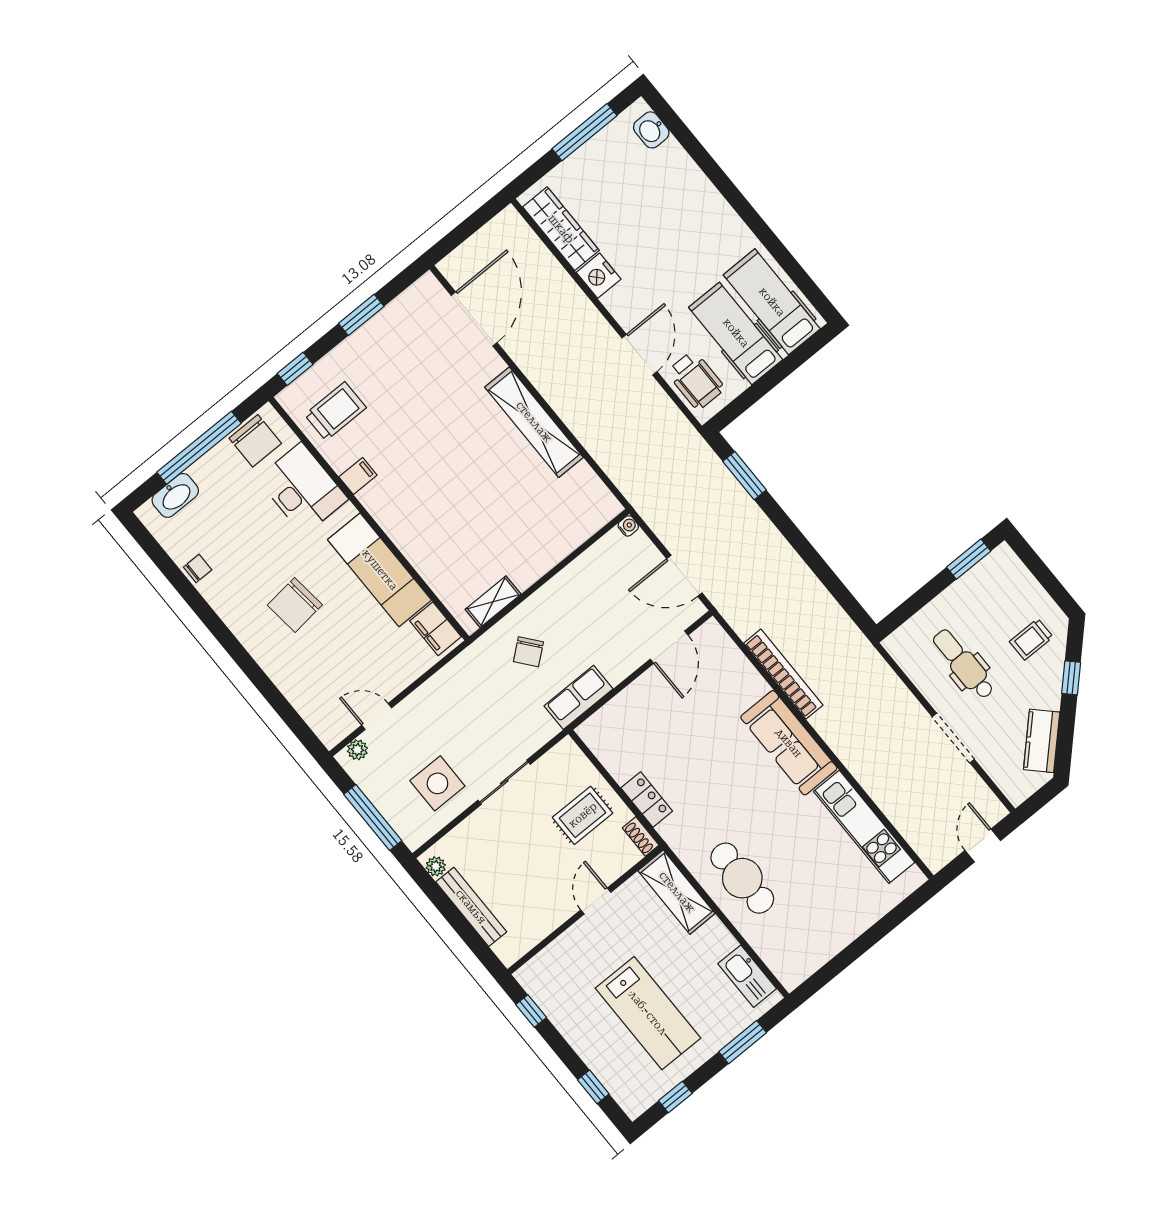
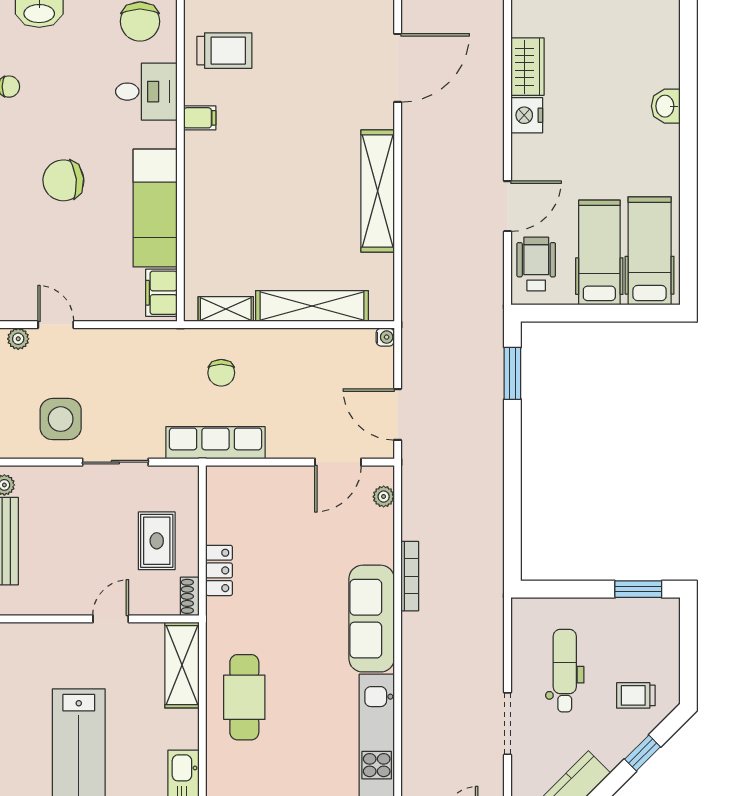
washbasin: (651, 130) -> (666, 106), moved
wardrobe: (561, 229) -> (527, 67), width x0.67
wheelchair: (696, 380) -> (536, 264), turned 180
desk: (302, 489) -> (146, 92), width x0.73
shelving: (555, 547) -> (312, 306), added
plant: (724, 645) -> (384, 497), added
chair: (528, 652) -> (221, 373), turned -51
bookcase: (783, 674) -> (410, 576), width x0.68, depth x0.76
row of seats: (579, 697) -> (215, 443), width x1.48
rug: (583, 815) -> (157, 541), turned 90

